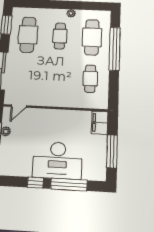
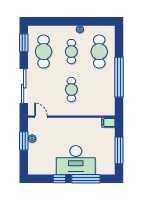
window: (115, 49) -> (119, 77), moved
cafe table: (90, 79) -> (71, 90), moved
door: (19, 106) -> (41, 117), swing flipped
filing cabinet: (100, 123) -> (108, 123), width x0.50

